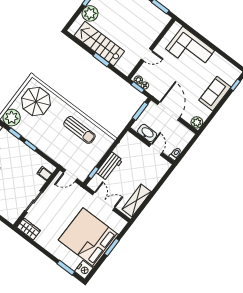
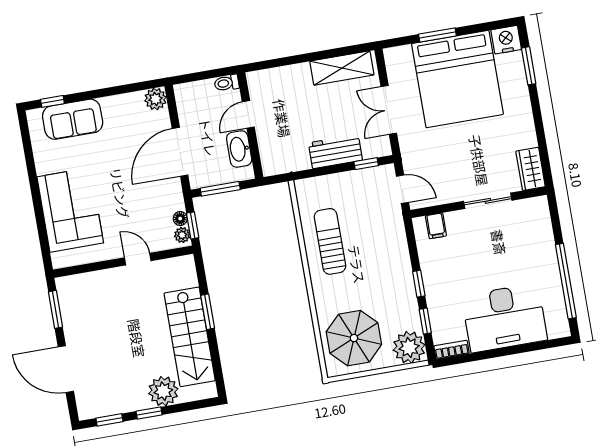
sofa: (215, 94) -> (73, 119), moved

